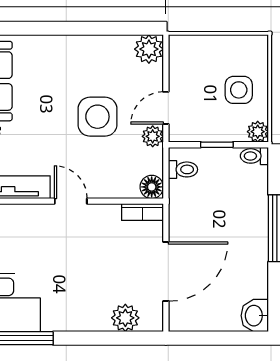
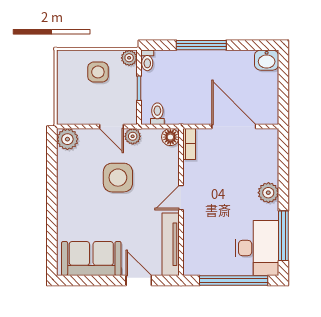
plant: (125, 318) -> (268, 193), moved

